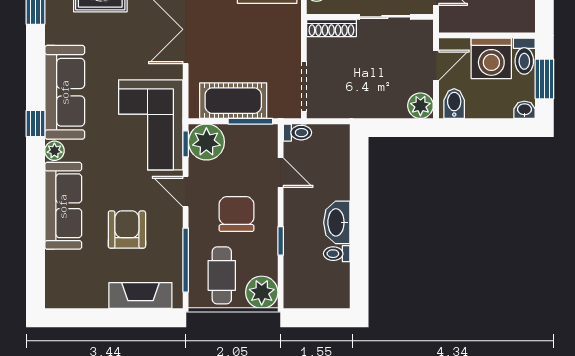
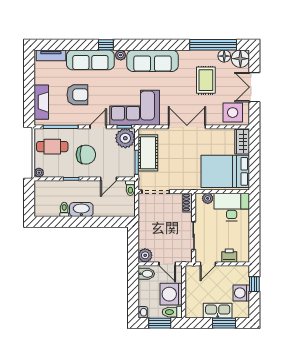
shoe rack: (331, 28) -> (188, 203), width x0.70
window: (35, 124) -> (106, 45), moved
tv unit: (55, 278) -> (51, 55), added
plant: (262, 292) -> (39, 173), width x0.53, depth x0.53

